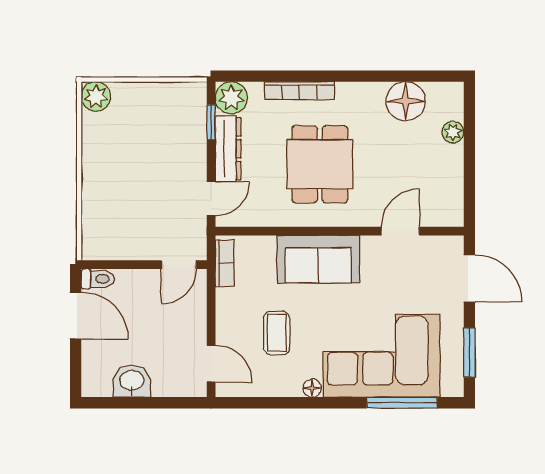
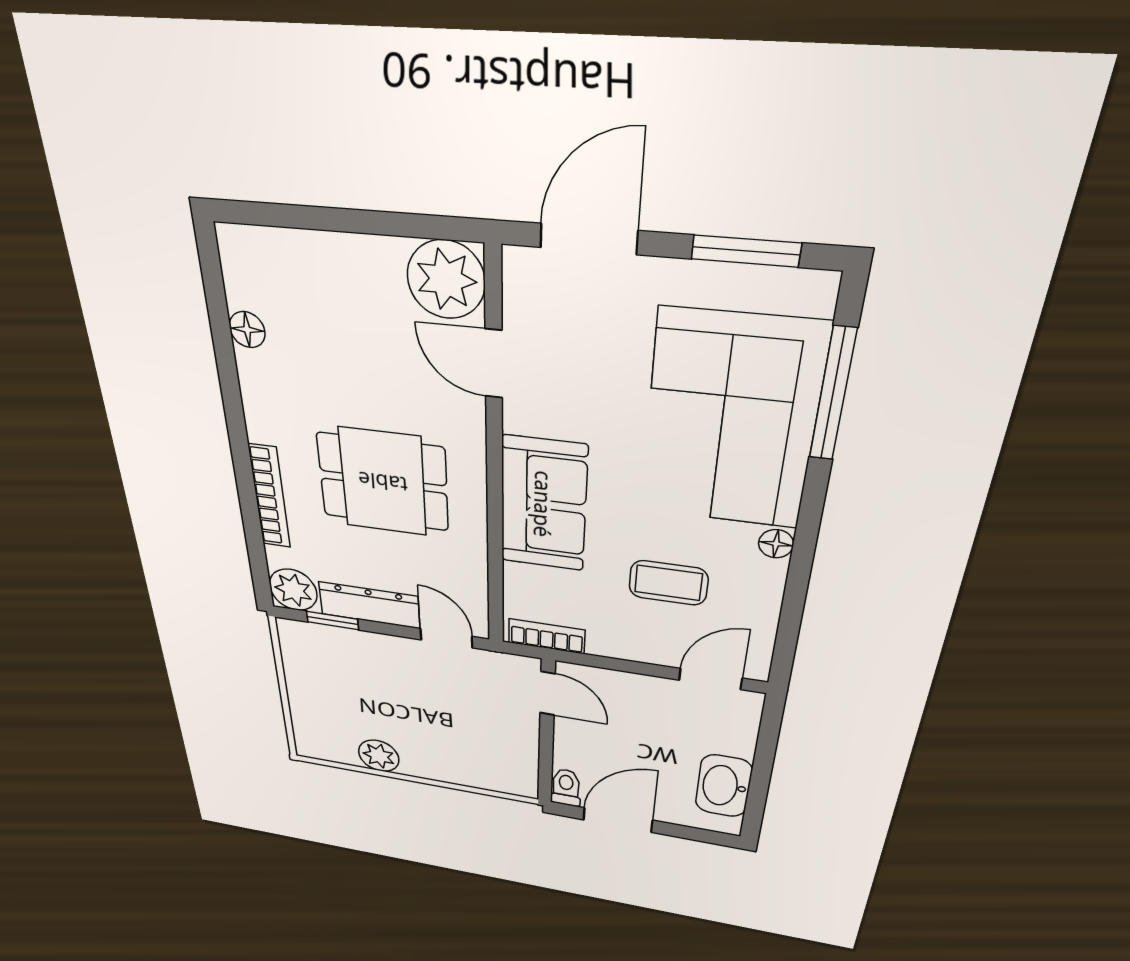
plant: (96, 96) -> (379, 756), moved
floor lamp: (406, 101) -> (247, 330), width x0.53, depth x0.53
plant: (453, 132) -> (446, 280), moved, width x1.88, depth x1.88
washbasin: (132, 381) -> (724, 786), width x1.38

